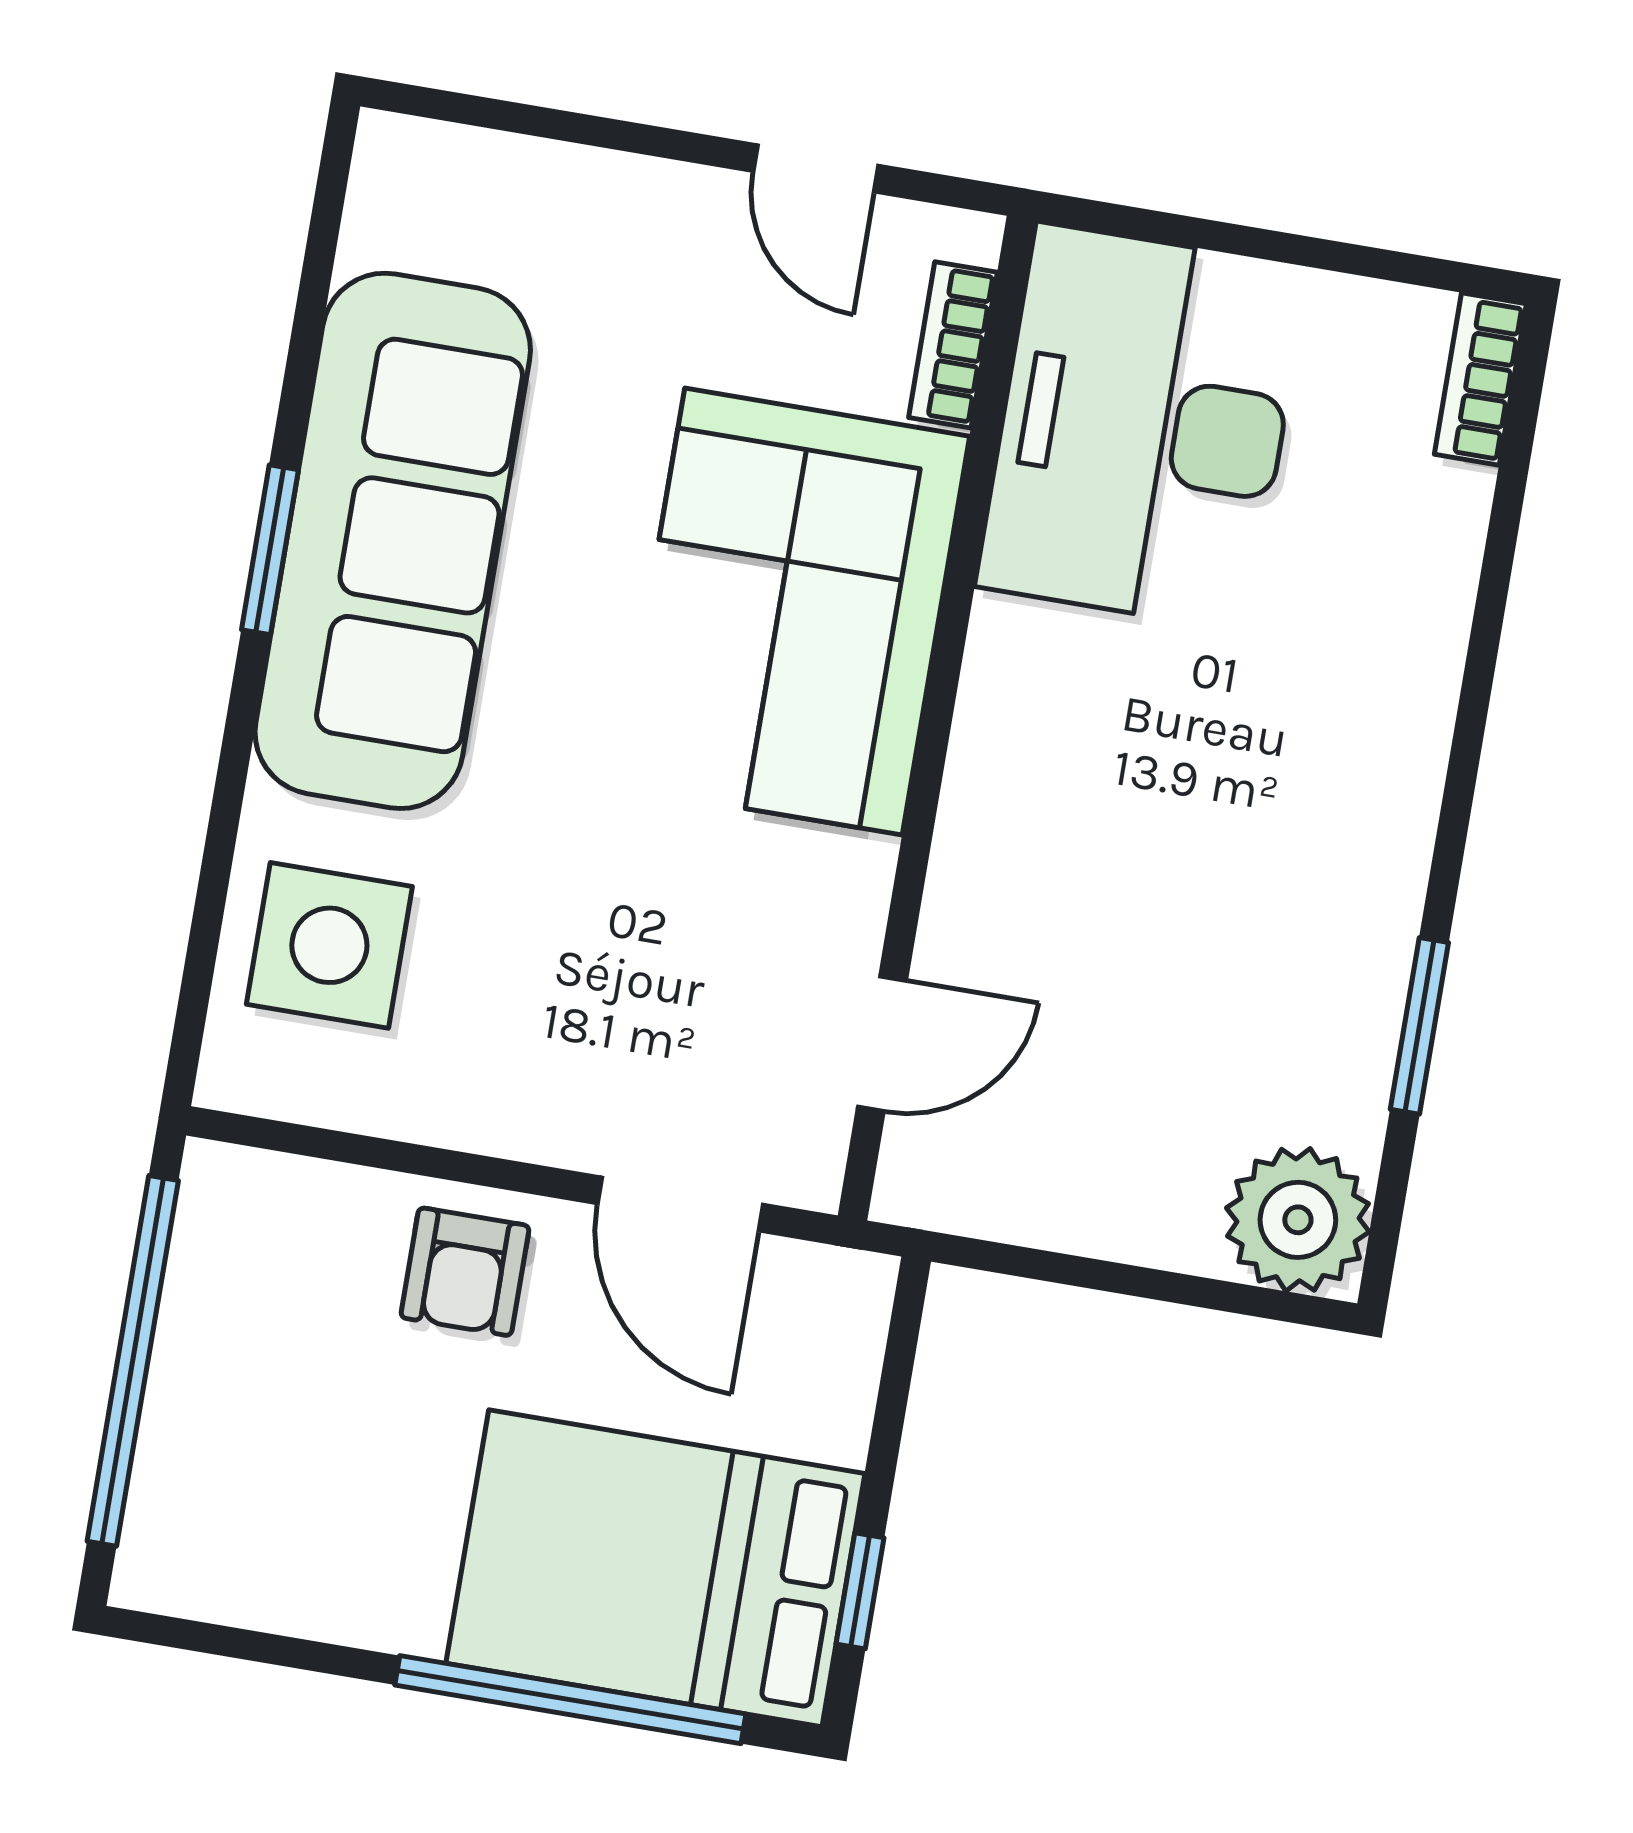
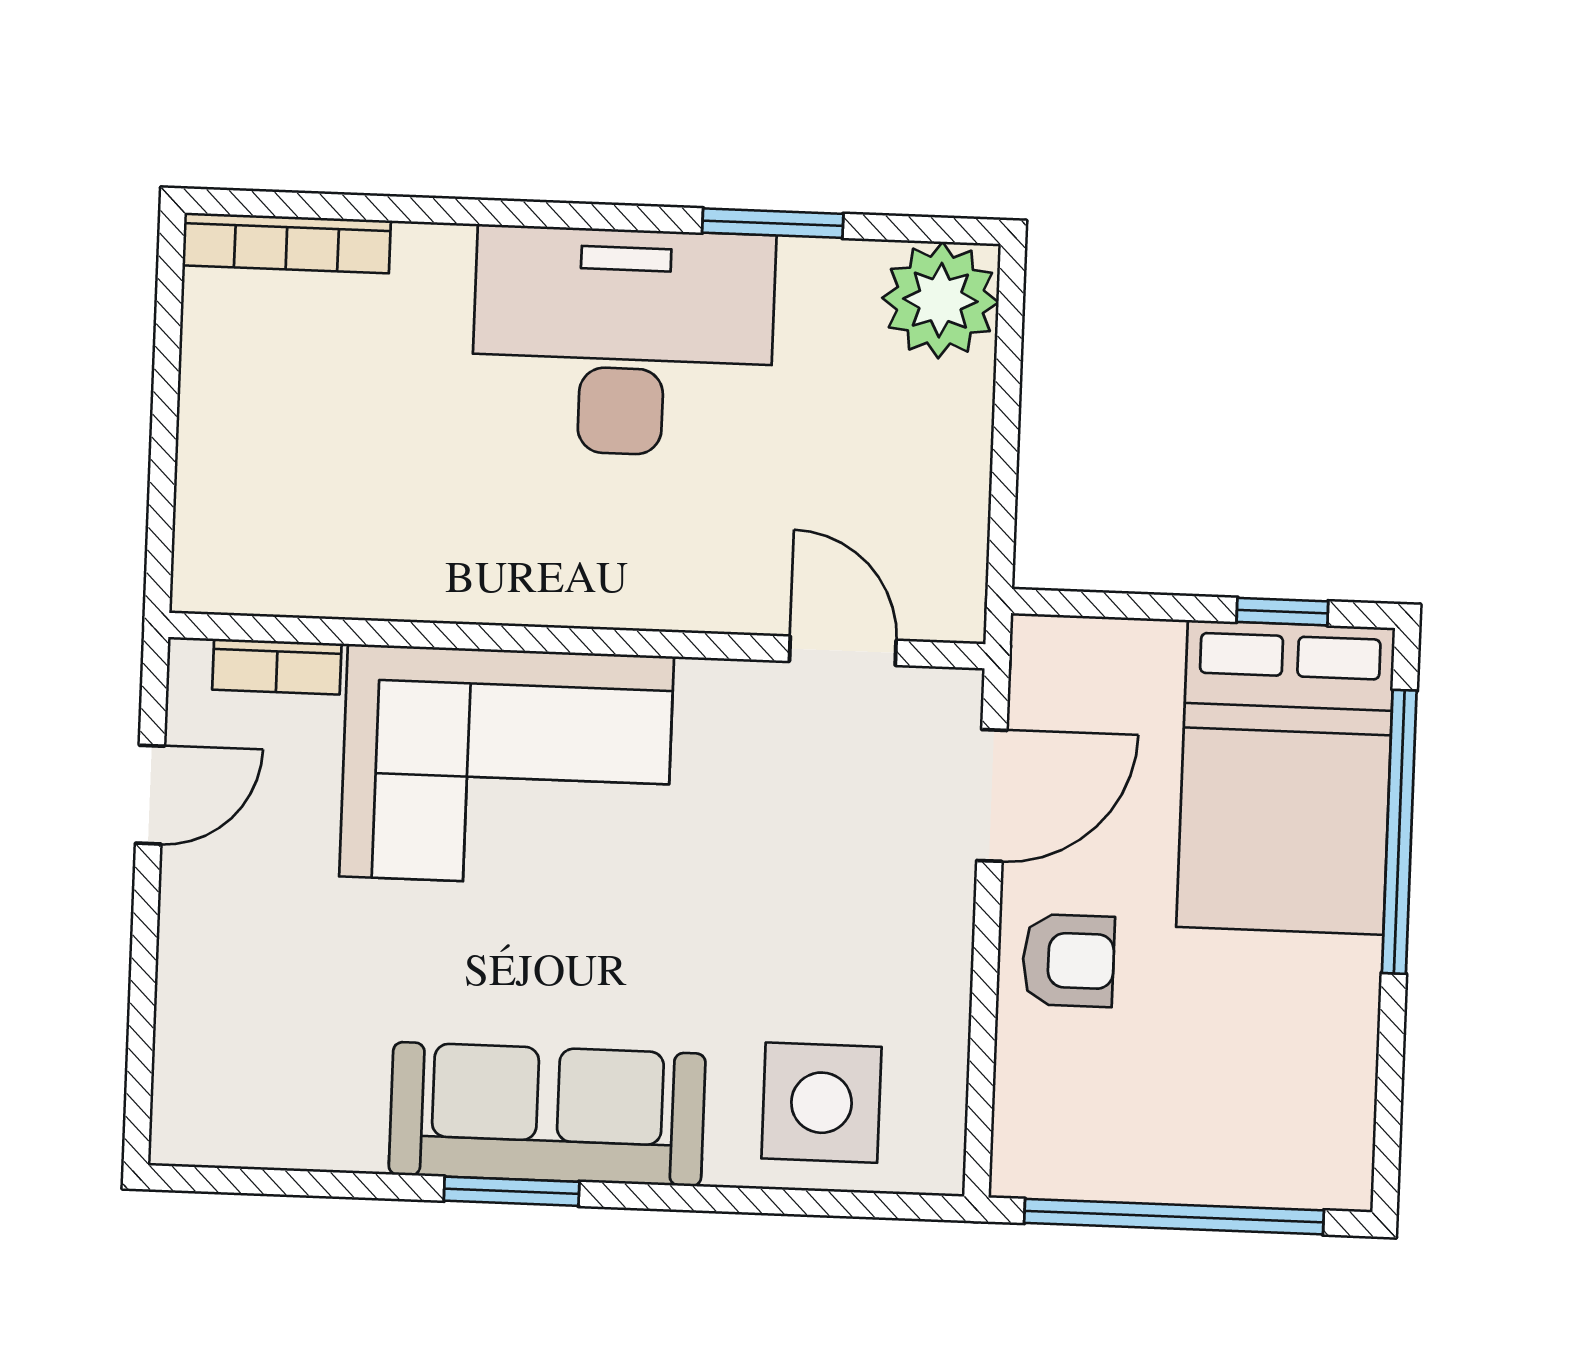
bookcase: (1480, 379) -> (287, 243), width x1.56
desk: (1142, 427) -> (623, 342), moved, turned 180
sofa: (393, 541) -> (547, 1114), width x0.74, depth x0.79

